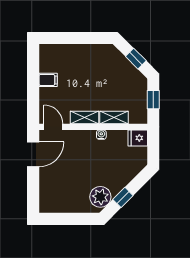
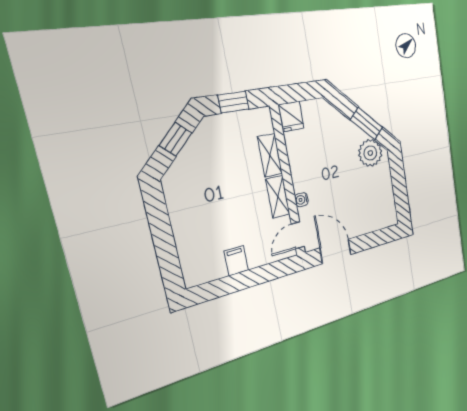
water cooler: (101, 135) -> (301, 200), moved
window: (123, 197) -> (367, 124), width x1.50

